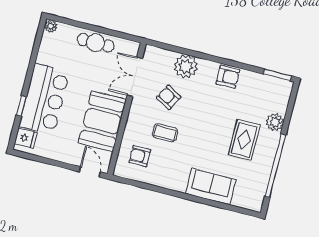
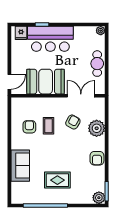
plant: (275, 122) -> (99, 198), moved
armchair: (140, 156) -> (29, 127), moved

